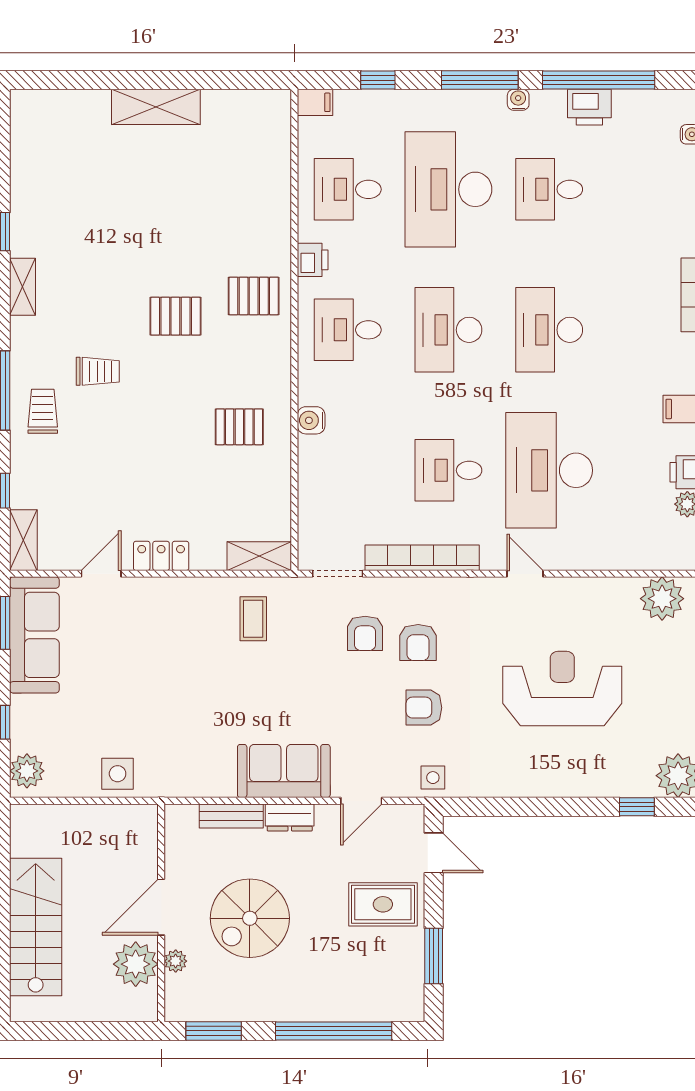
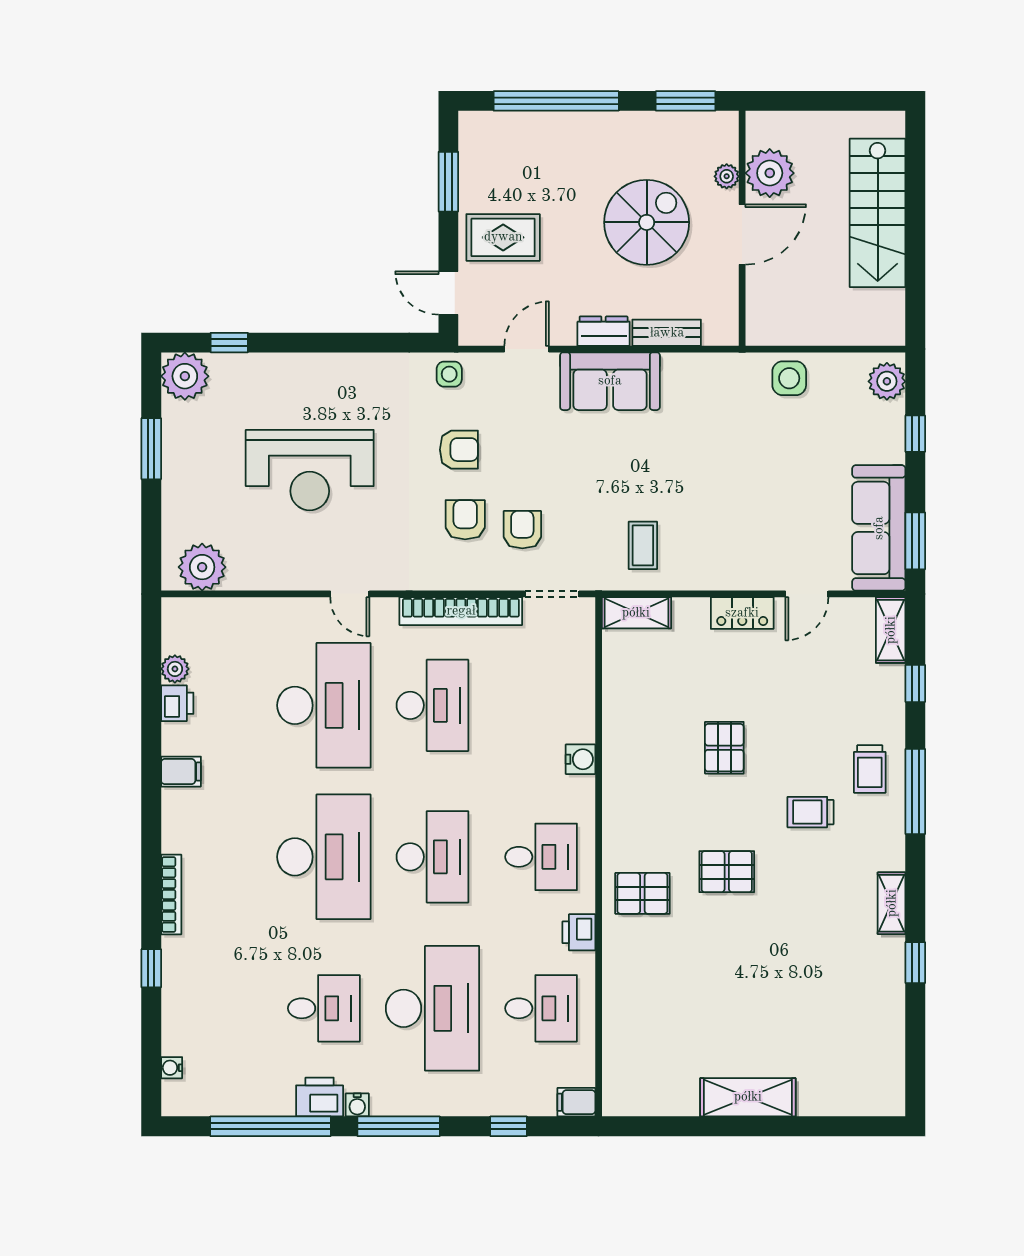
printer: (589, 107) -> (320, 1097), moved
desk: (549, 330) -> (324, 857), width x1.36, depth x1.30
pallet: (239, 427) -> (724, 748), moved, turned 90
desk: (448, 470) -> (432, 705), width x1.37

